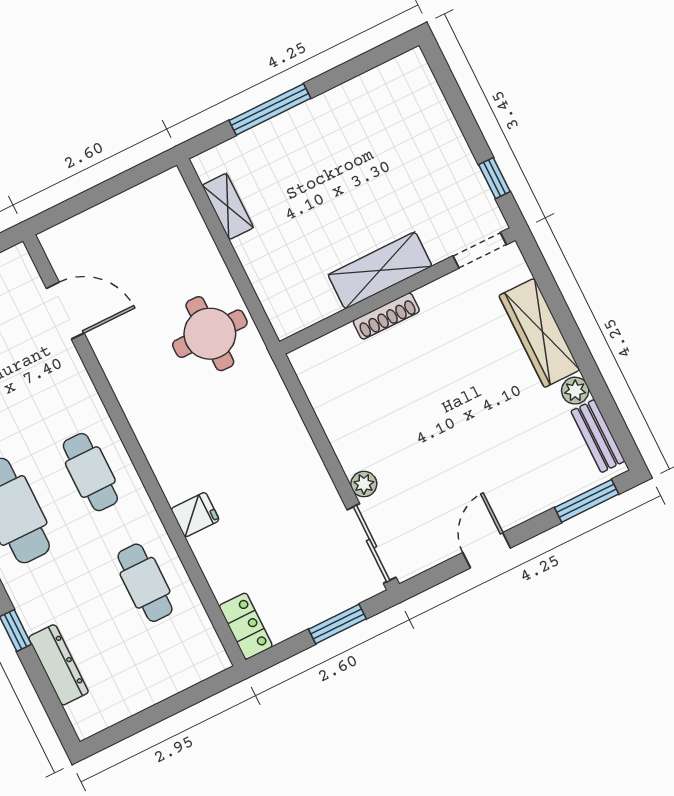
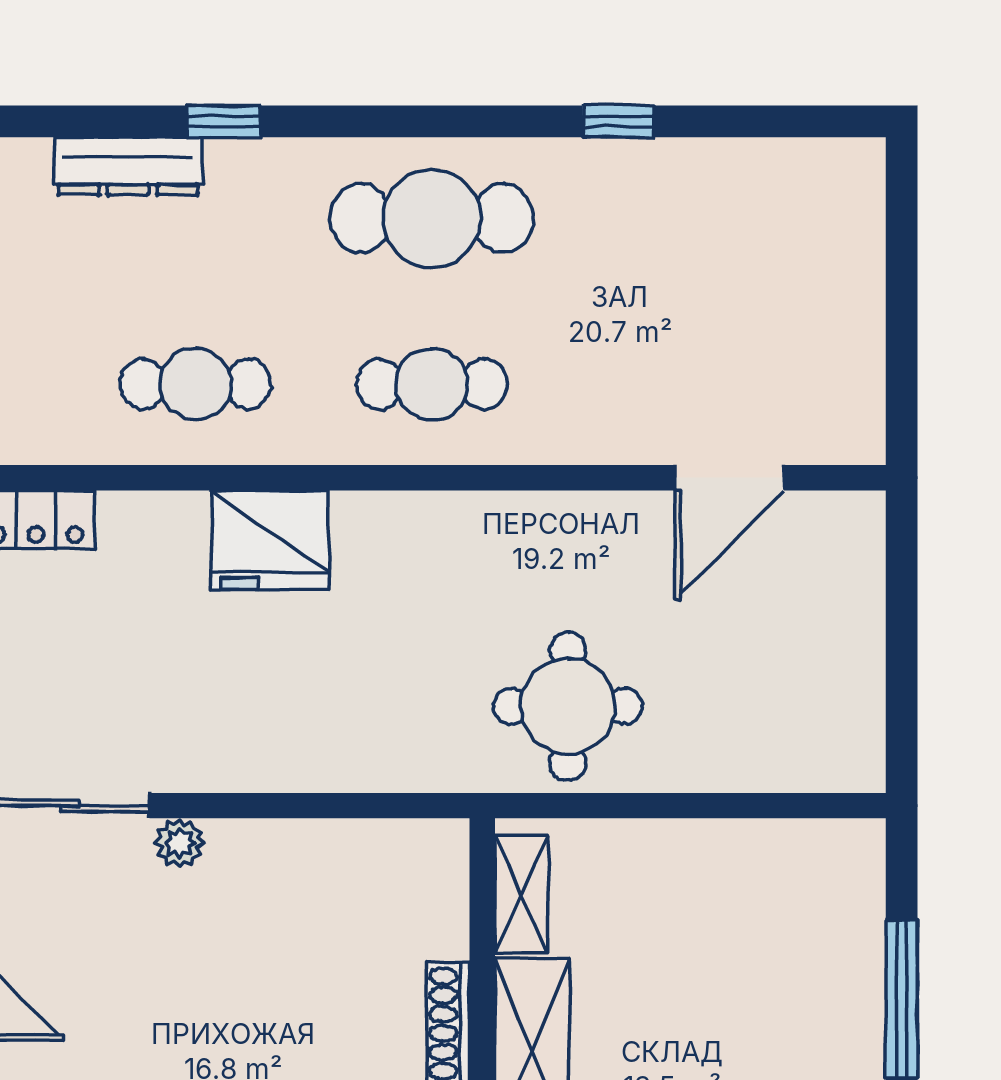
shelving: (228, 206) -> (521, 894), moved, turned 90
fridge: (195, 515) -> (270, 540), width x1.88, depth x1.34

